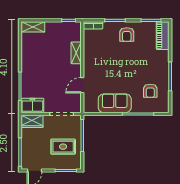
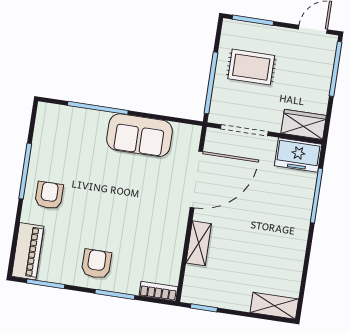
door: (82, 85) -> (196, 179), width x1.88
armchair: (150, 91) -> (49, 195), moved

